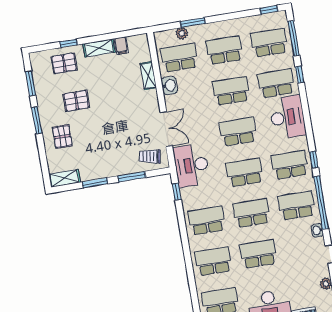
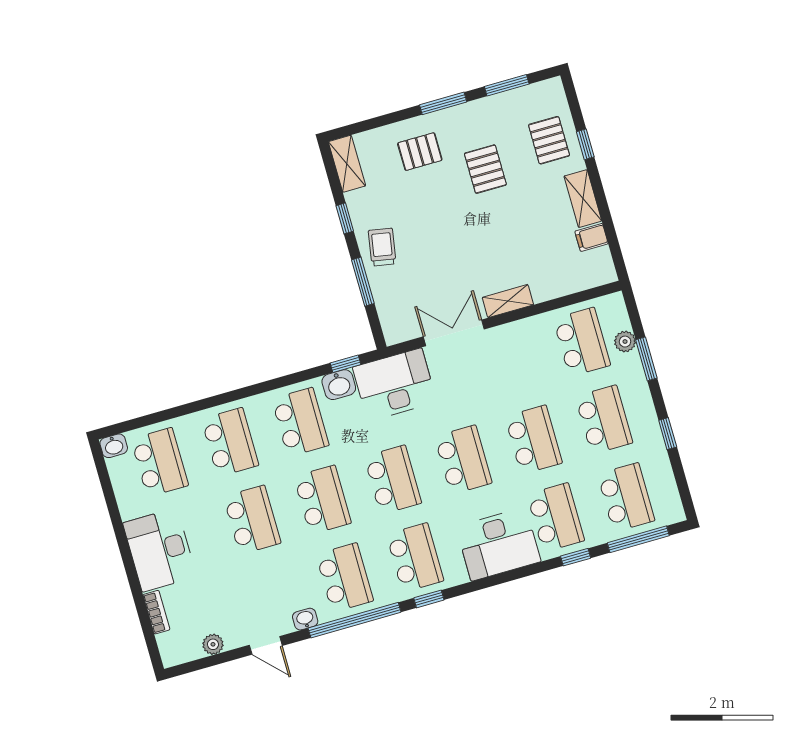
window: (269, 10) -> (668, 434), moved
shelving: (148, 76) -> (508, 301), moved
washbasin: (169, 85) -> (339, 385), moved
double door: (166, 129) -> (454, 333), swing flipped
trolley: (150, 156) -> (382, 247), moved
window: (95, 183) -> (345, 218), width x0.67

